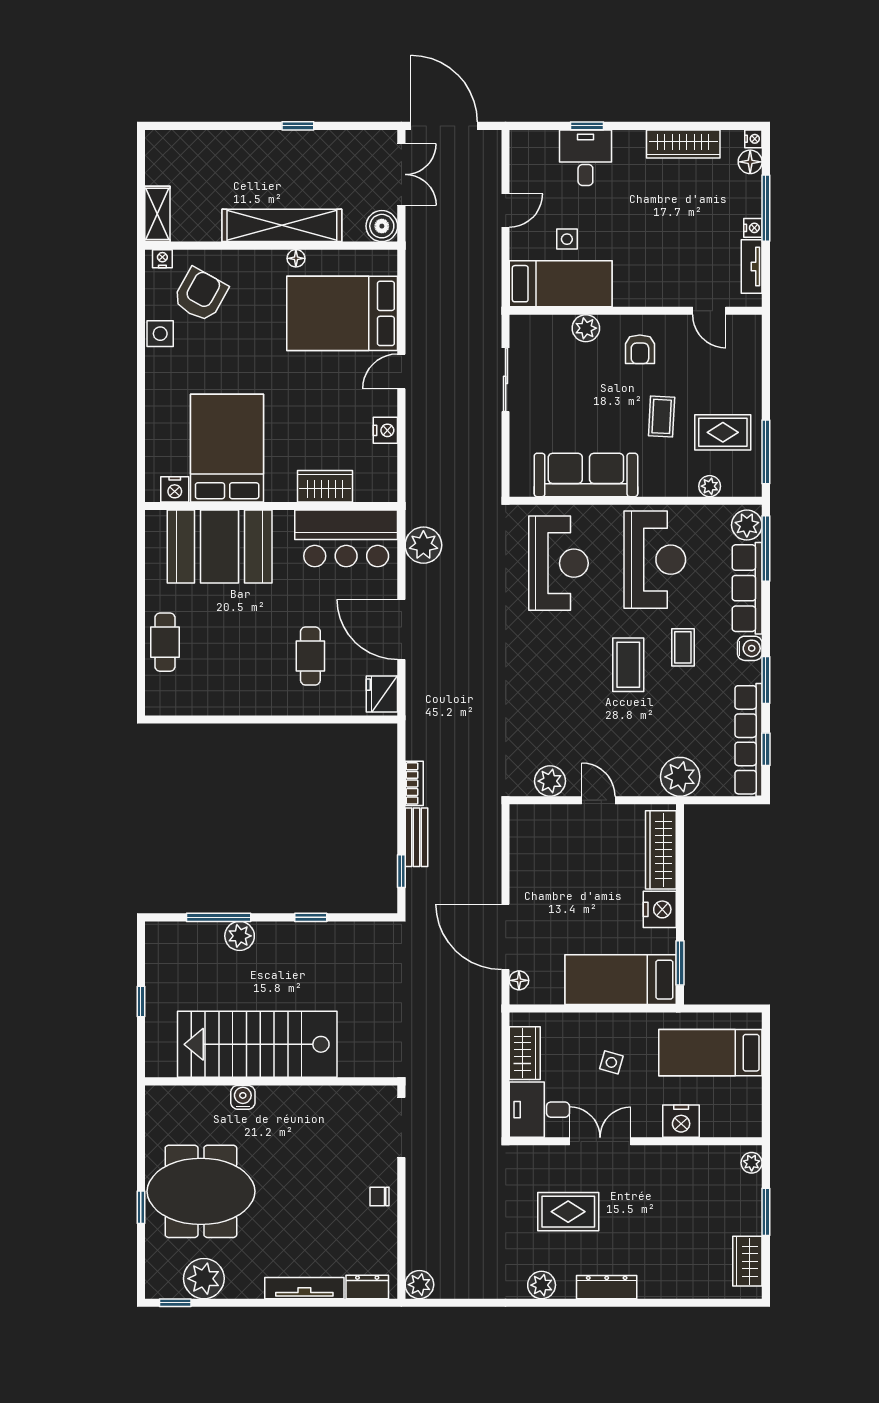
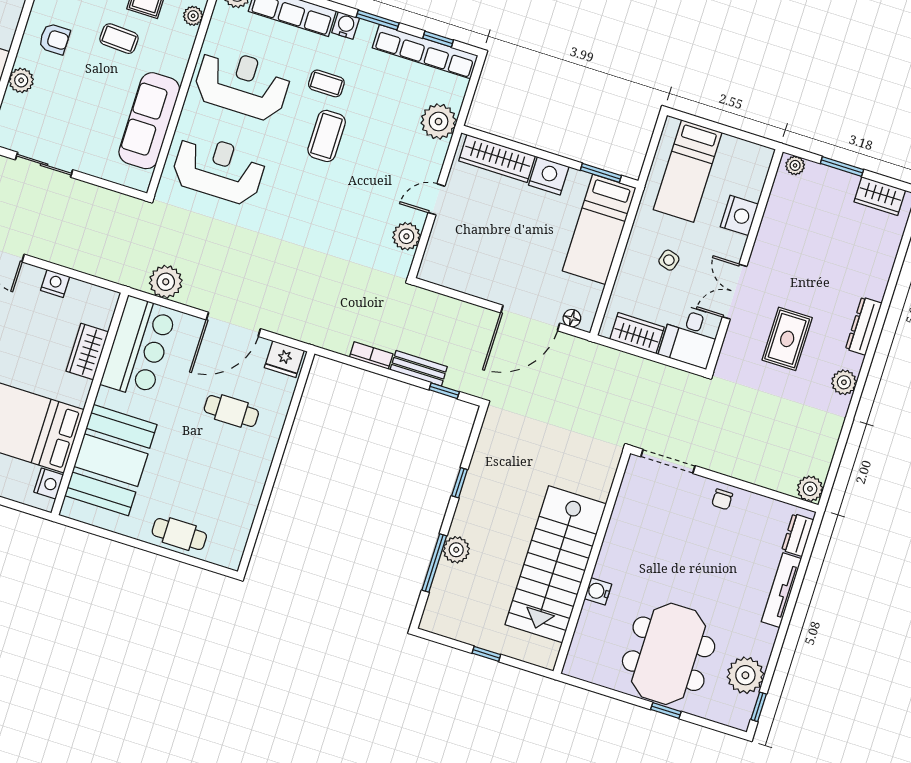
coffee table: (628, 665) -> (327, 136), turned 90

